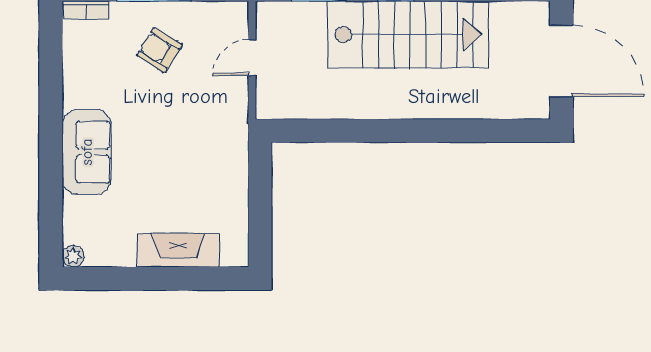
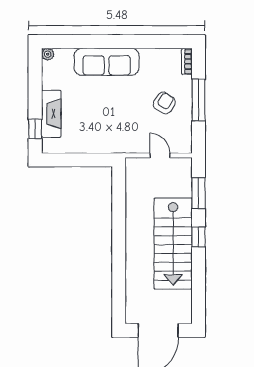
sofa: (87, 152) -> (107, 62), width x1.36
window: (205, 279) -> (35, 129), added

